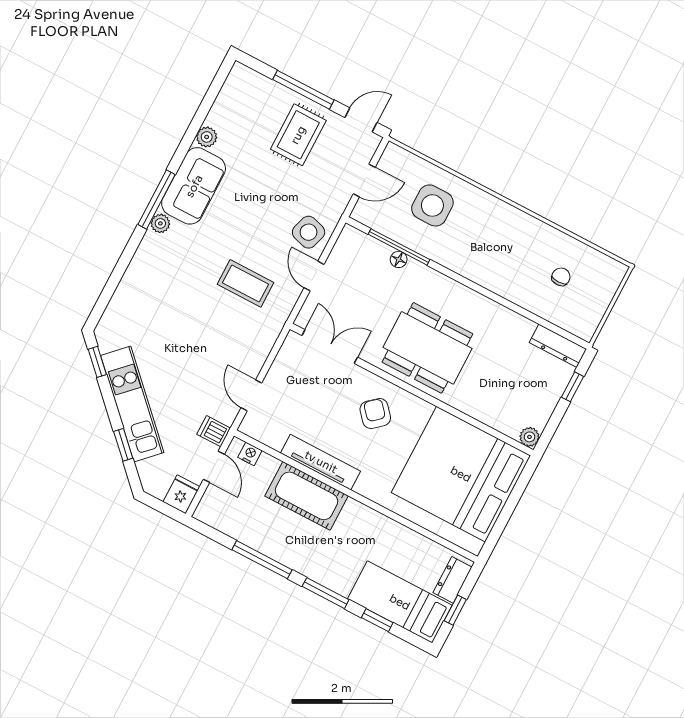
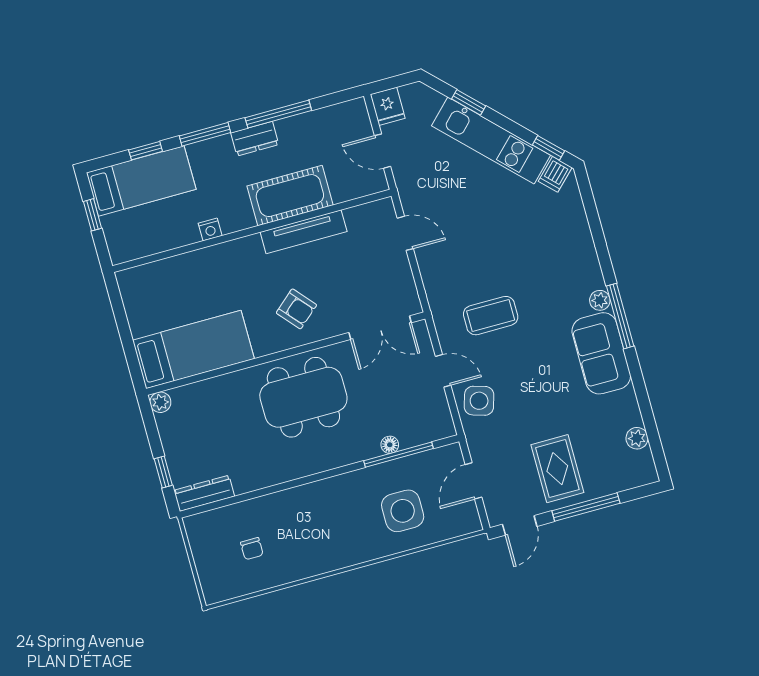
plant: (207, 137) -> (637, 438), moved
dishwasher: (214, 431) -> (555, 174), moved, turned 135
nightstand: (250, 454) -> (210, 229), moved
bed: (461, 474) -> (193, 349), width x0.49
dresser: (452, 580) -> (255, 139), moved, turned 90

